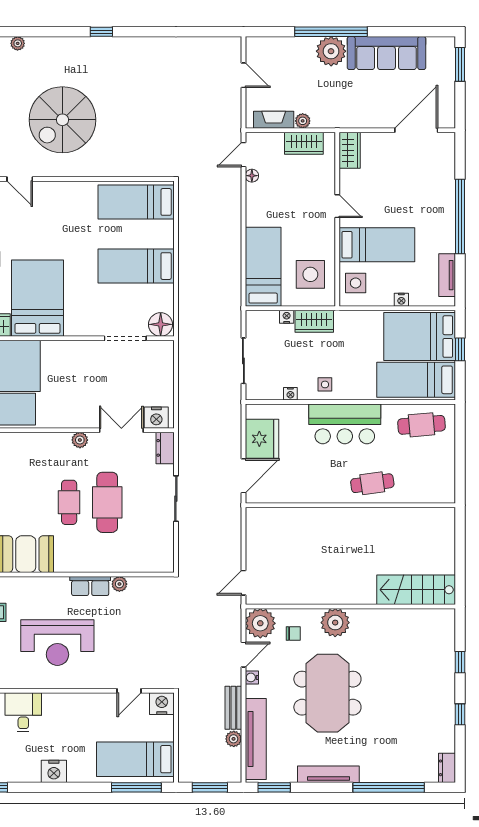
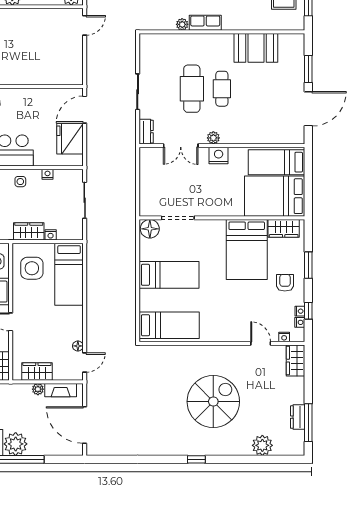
plant: (18, 43) -> (262, 445), width x1.88, depth x1.88
door: (243, 75) -> (85, 425), width x1.87
spiral stairs: (62, 120) -> (213, 402), moved
nightstand: (156, 418) -> (219, 155), moved

